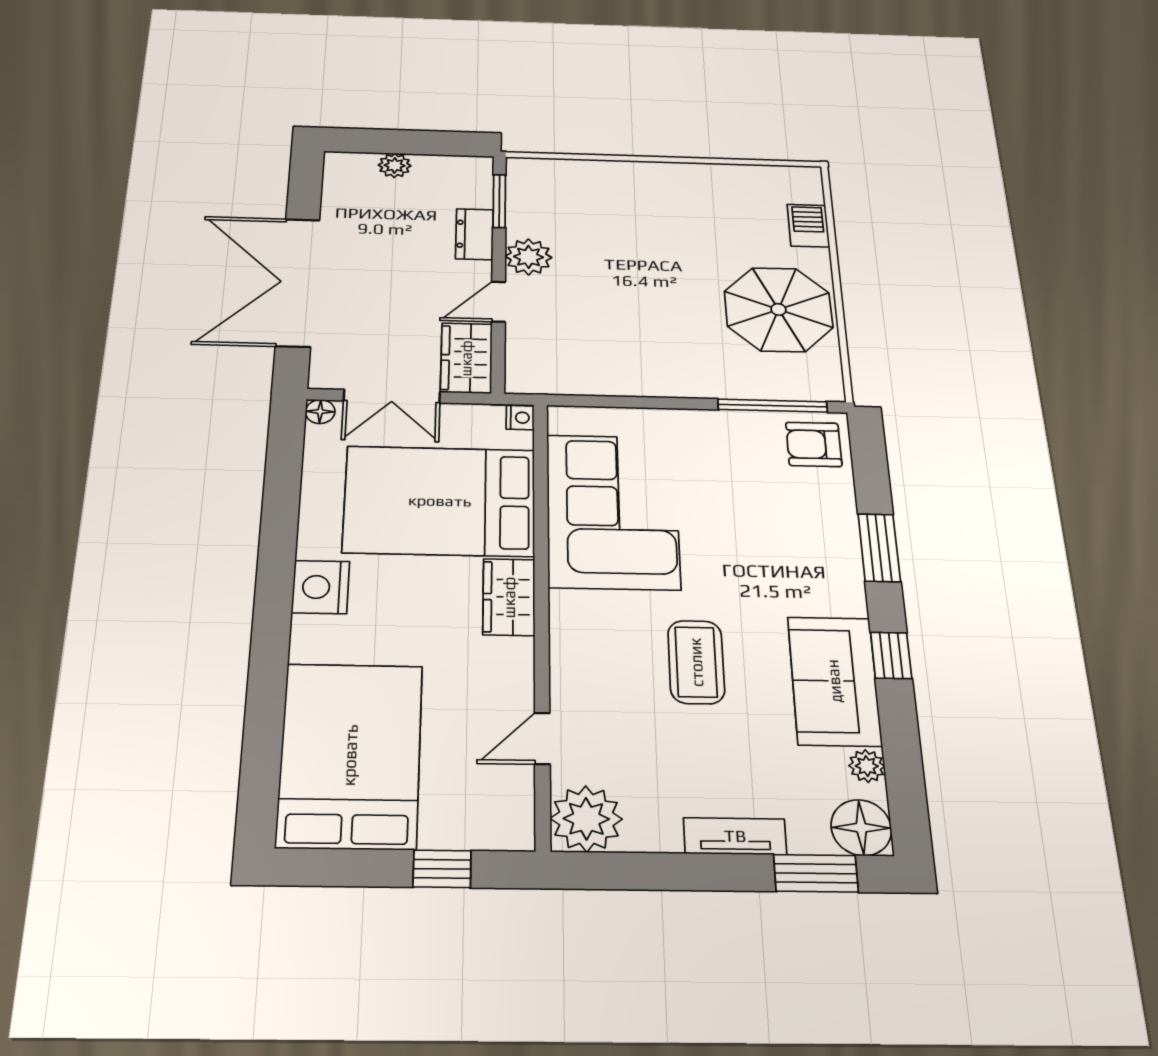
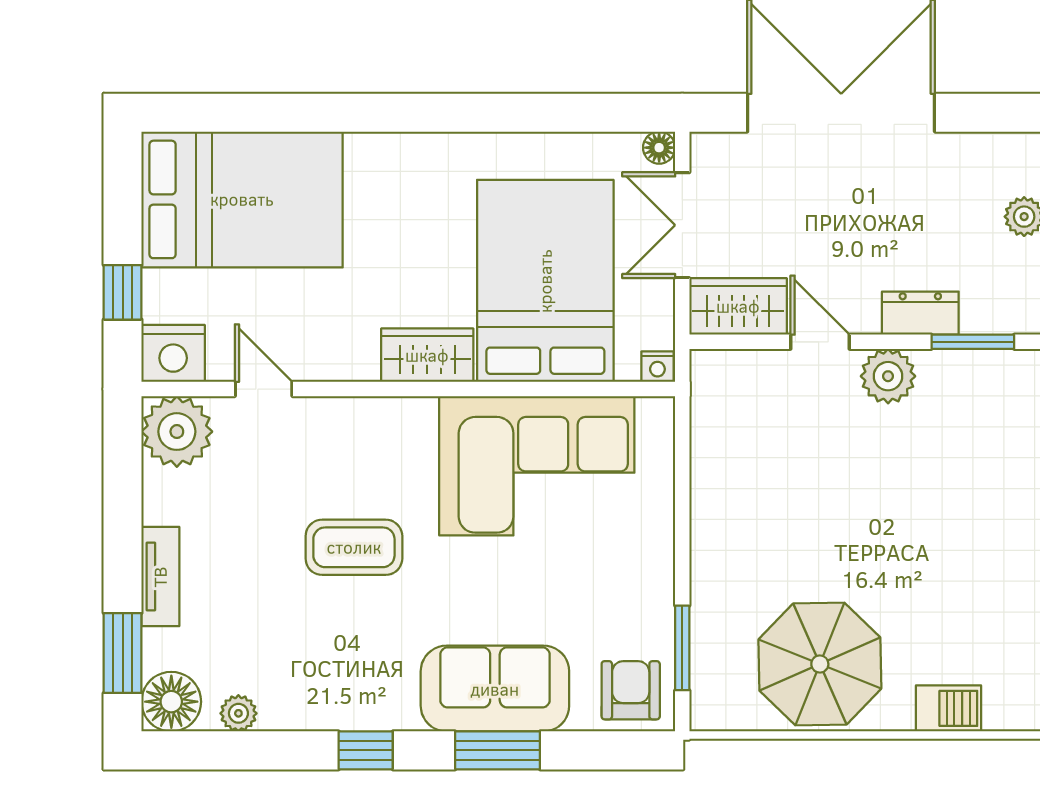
window: (773, 406) -> (682, 648), width x0.69
nightstand: (321, 587) -> (173, 353), moved, turned 180
sofa: (834, 681) -> (495, 689), moved

